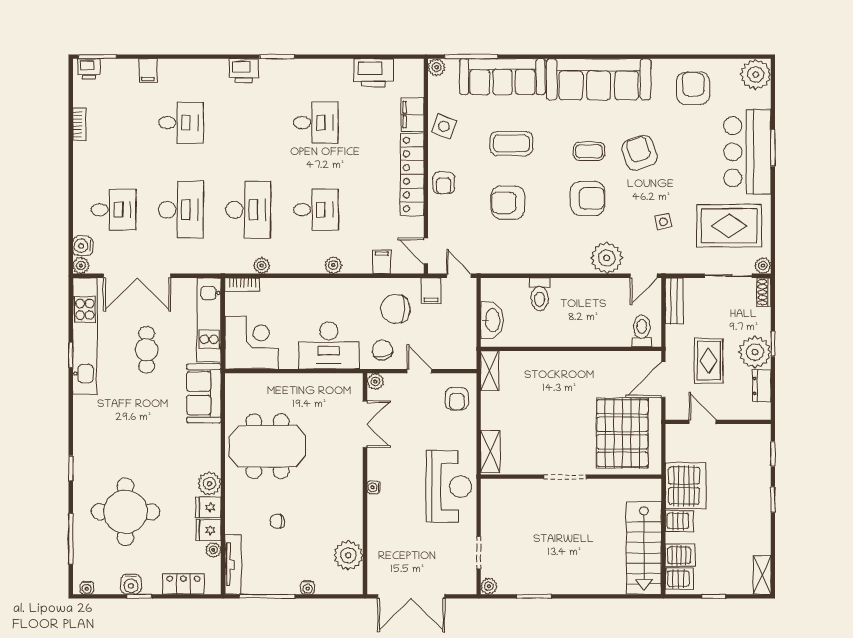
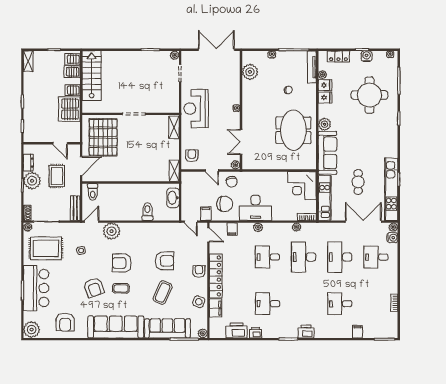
printer: (89, 69) -> (256, 333), moved
coffee table: (511, 143) -> (163, 293), turned -66
desk: (329, 346) -> (256, 208), moved, turned 180
sofa: (204, 393) -> (327, 153), width x1.36
meeting table: (267, 446) -> (293, 130), turned 90
plant: (209, 484) -> (324, 124), moved

